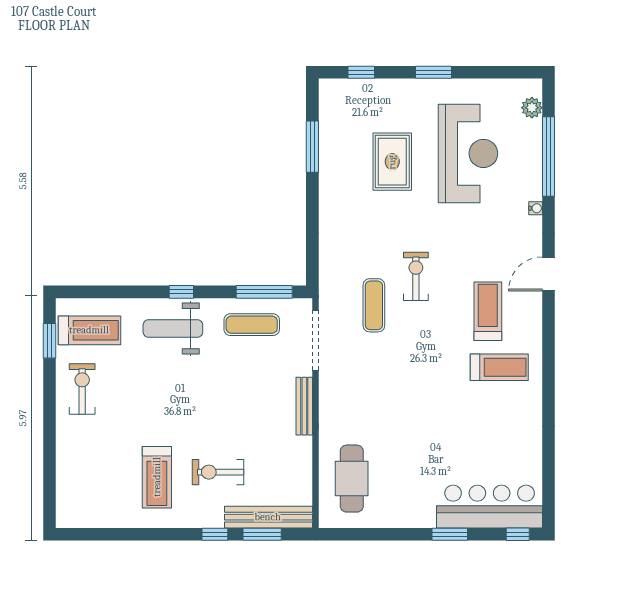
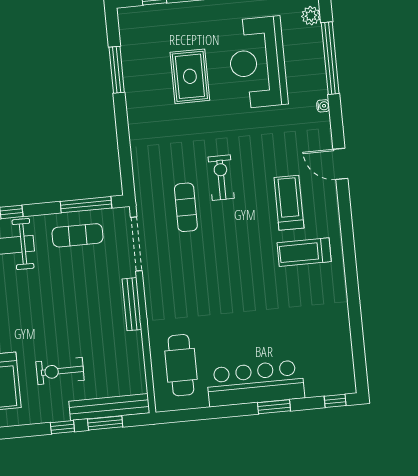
reception desk: (468, 153) -> (257, 62), turned 180
door: (549, 274) -> (340, 164), hinge flipped
treadmill: (499, 367) -> (304, 252), turned 180
bar counter: (490, 506) -> (255, 383), moved

